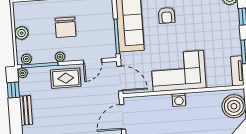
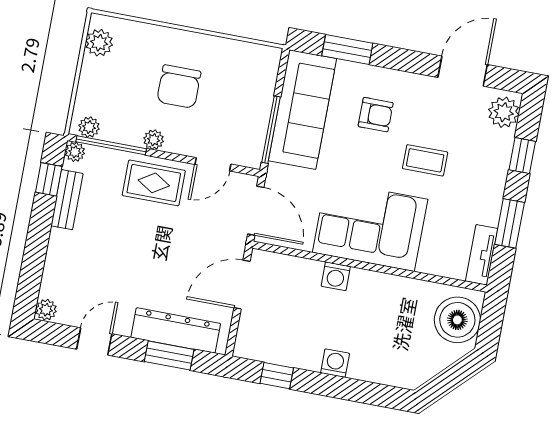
armchair: (167, 15) -> (376, 115), turned -90
coffee table: (197, 31) -> (425, 160), added
plant: (22, 33) -> (99, 43), moved
washing machine: (179, 100) -> (336, 276), moved
bench: (26, 110) -> (67, 200), moved

